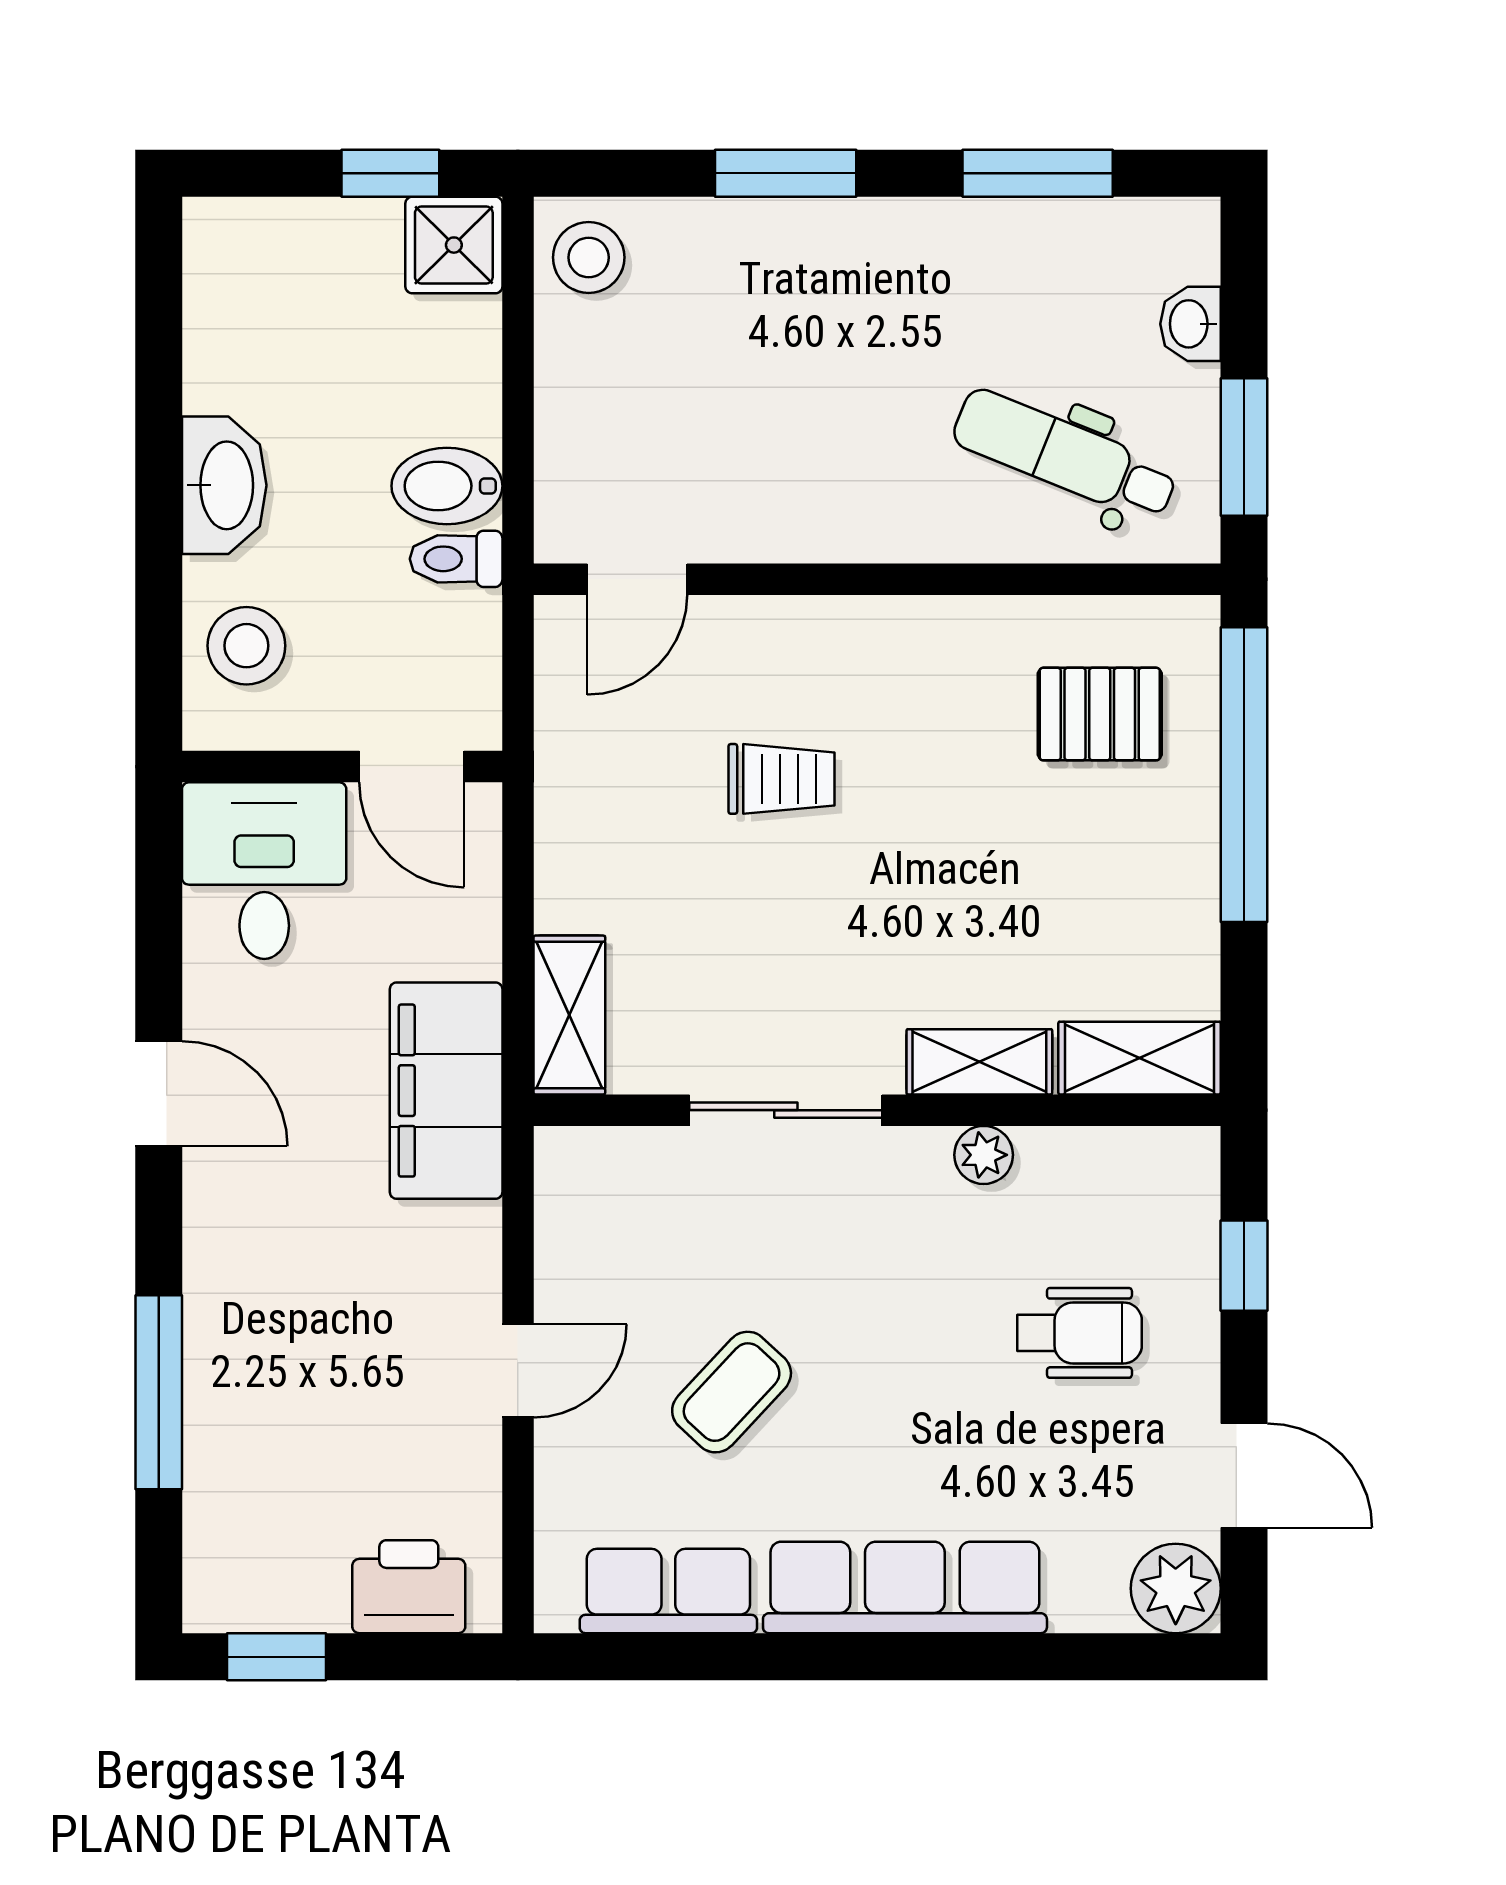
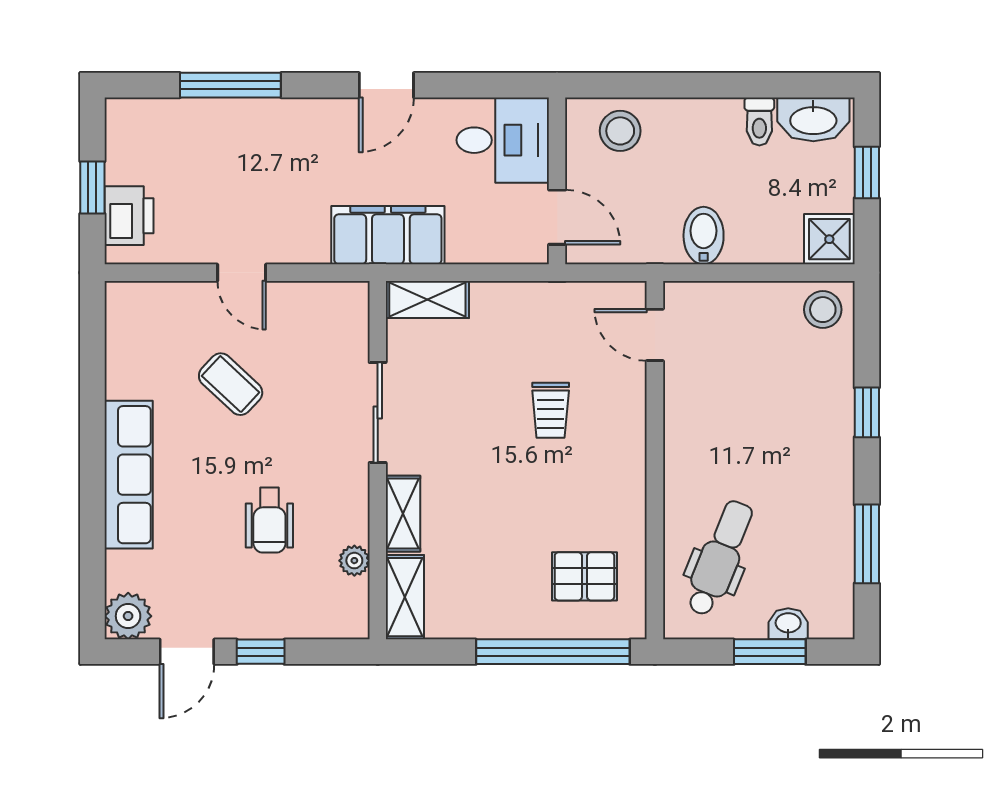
window: (390, 173) -> (867, 172), moved
window: (786, 173) -> (867, 412), width x0.67
window: (1244, 447) -> (770, 652), moved
washbasin: (224, 485) -> (813, 119), moved
toilet: (456, 559) -> (759, 121), moved, turned 180
pallet: (1100, 714) -> (584, 576), turned 90
door: (412, 767) -> (557, 217), swing flipped
plant: (984, 1155) -> (354, 561), moved
window: (1244, 1266) -> (261, 652), moved
wheelchair: (1079, 1333) -> (269, 520), moved
row of seats: (668, 1591) -> (127, 351), removed
window: (276, 1657) -> (92, 187), moved

